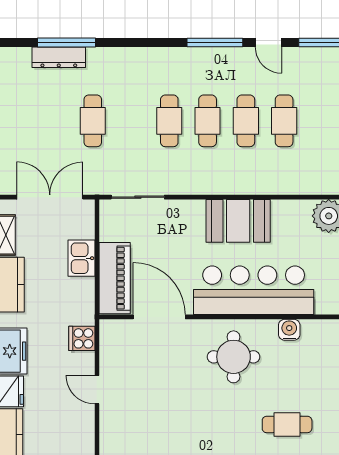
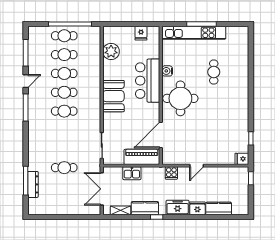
cafe table: (169, 121) -> (64, 55), moved
bar counter: (254, 290) -> (148, 81), width x0.73
round table: (234, 357) -> (180, 98), width x1.36, depth x1.36

